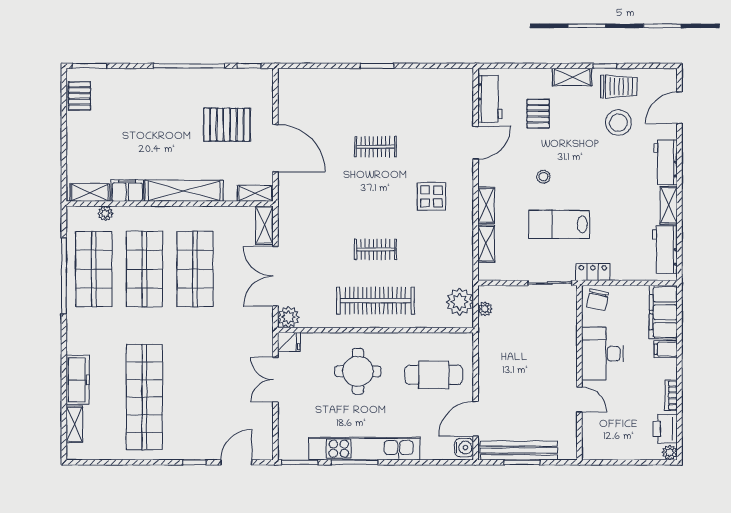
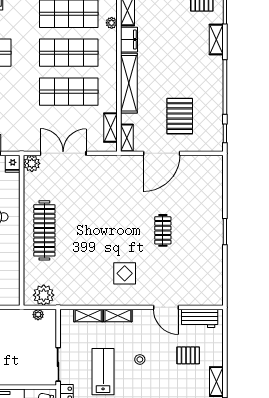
shelving: (127, 77) -> (216, 39), added
shelving: (264, 225) -> (111, 128), moved, turned 90
clothes rail: (375, 249) -> (84, 230), removed

